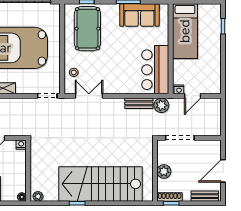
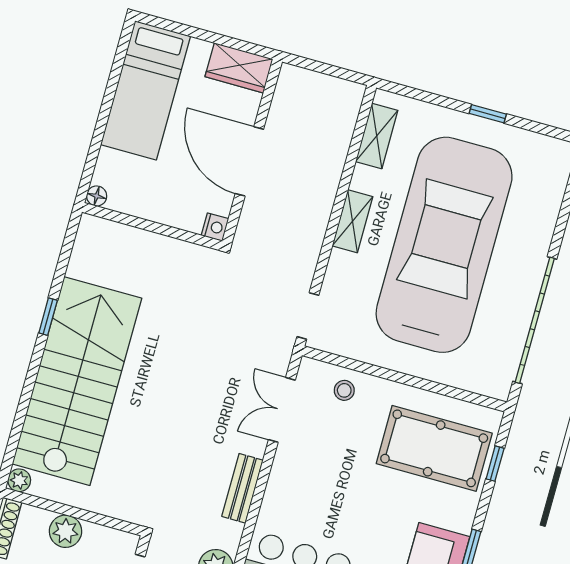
double door: (89, 96) -> (282, 410), swing flipped
bench: (139, 103) -> (242, 488), moved
plant: (38, 196) -> (19, 480), moved

